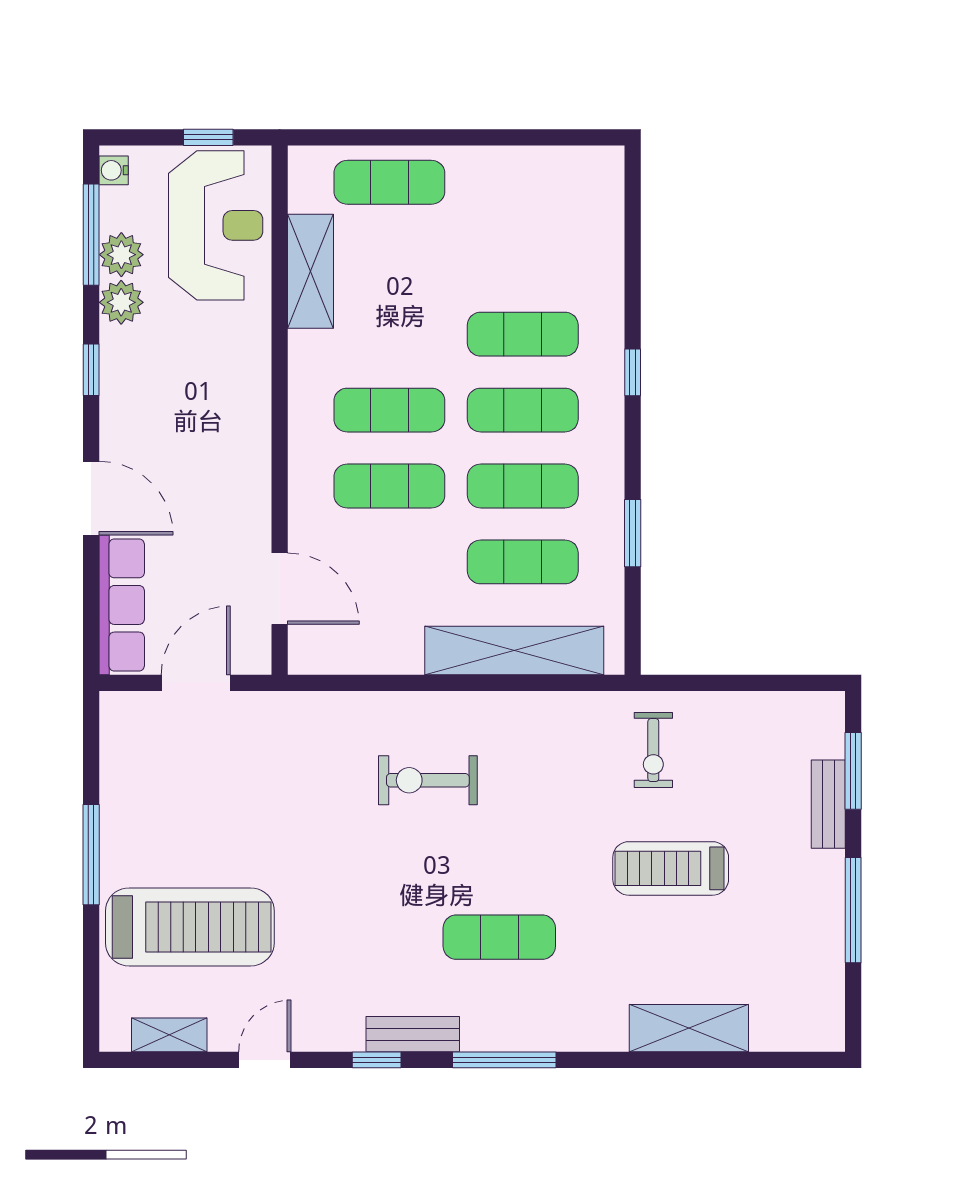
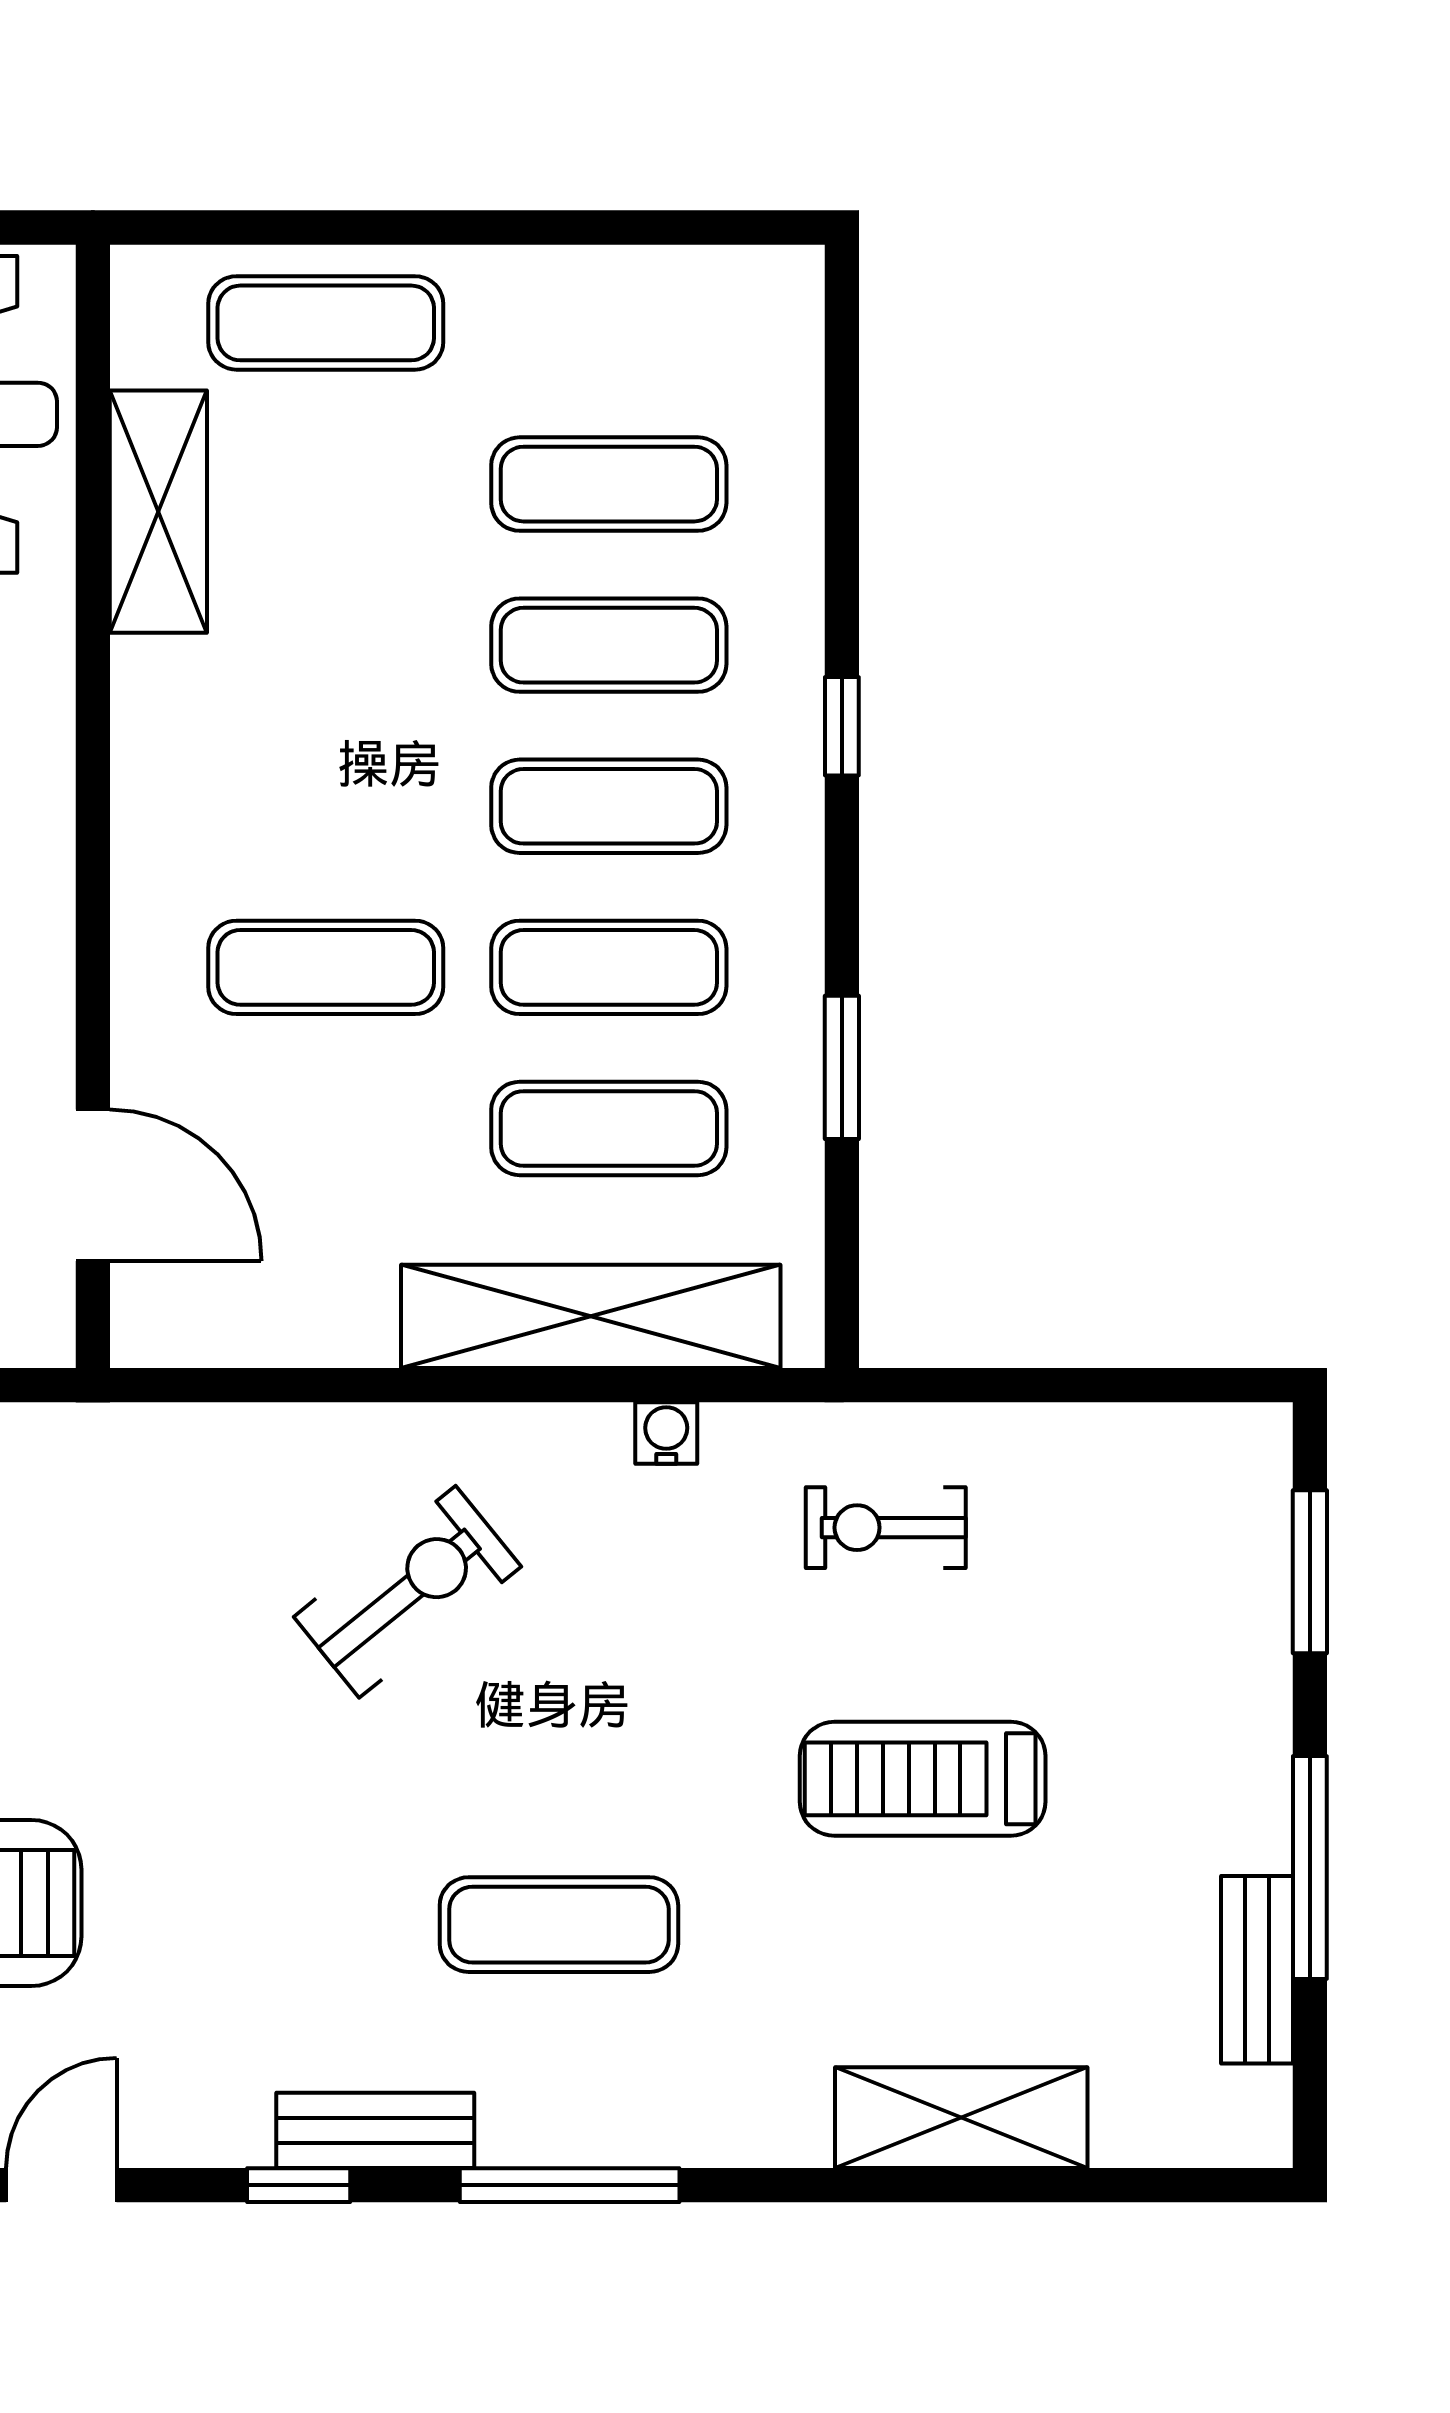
exercise mat: (389, 410) -> (609, 484), moved
water cooler: (550, 705) -> (666, 1433), added
exercise bike: (653, 750) -> (886, 1528), turned 90
exercise bike: (428, 780) -> (407, 1592), turned 141
bench: (828, 804) -> (1257, 1970), moved

